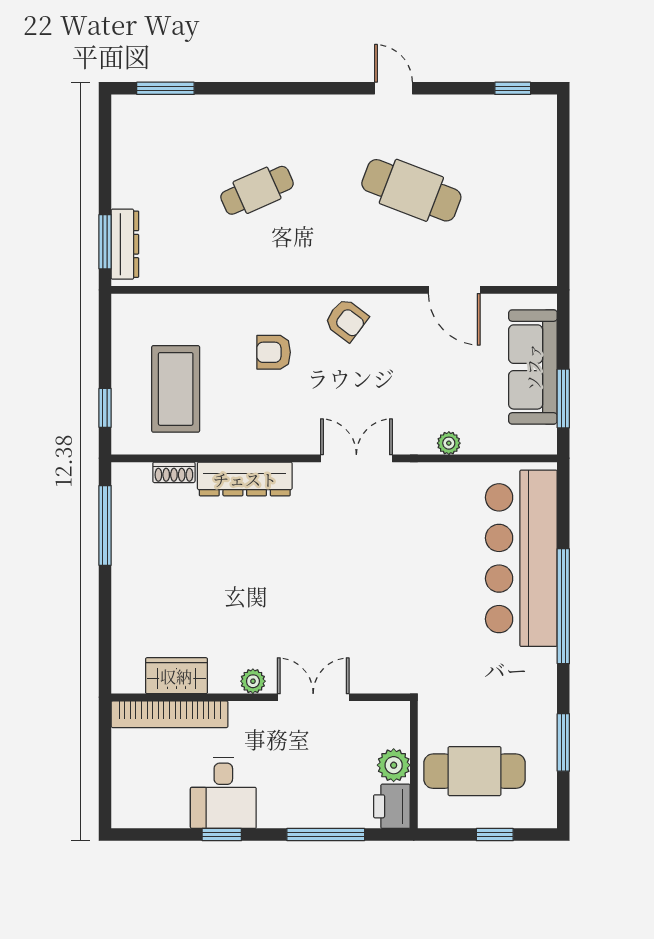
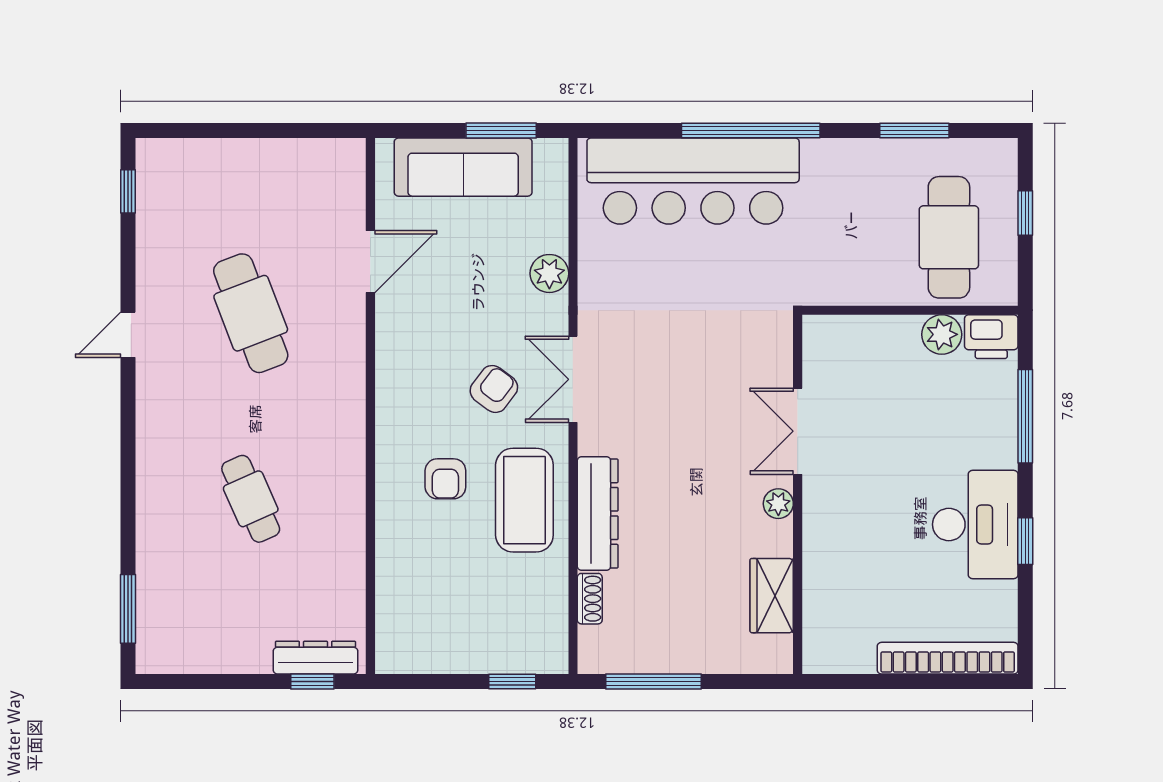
cafe table: (411, 190) -> (251, 313), turned -42
window: (105, 242) -> (312, 681), width x0.67
armchair: (346, 320) -> (494, 389), moved
coffee table: (176, 389) -> (524, 500), moved, turned 90
plant: (449, 443) -> (549, 273), width x1.38, depth x1.38
wardrobe: (176, 676) -> (772, 596), moved
plant: (253, 681) -> (778, 504), moved
wall: (261, 697) -> (798, 494), moved
double door: (313, 697) -> (798, 431), moved
bookcase: (170, 714) -> (948, 658), moved, turned -90
desk: (223, 793) -> (975, 524), width x1.37

